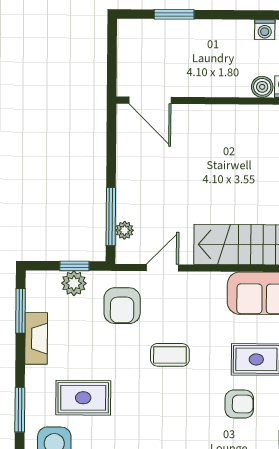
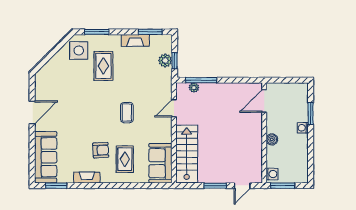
washing machine: (265, 30) -> (303, 128), moved
boiler: (262, 87) -> (272, 139), moved
door: (163, 268) -> (174, 108), swing flipped
armchair: (122, 306) -> (153, 87), removed
armchair: (239, 404) -> (101, 150), turned -93

